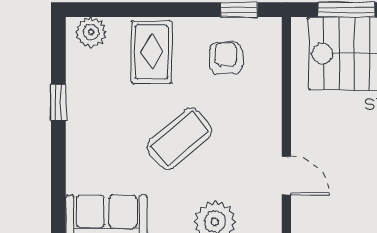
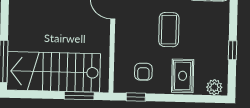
coffee table: (180, 139) -> (169, 30), turned -49

